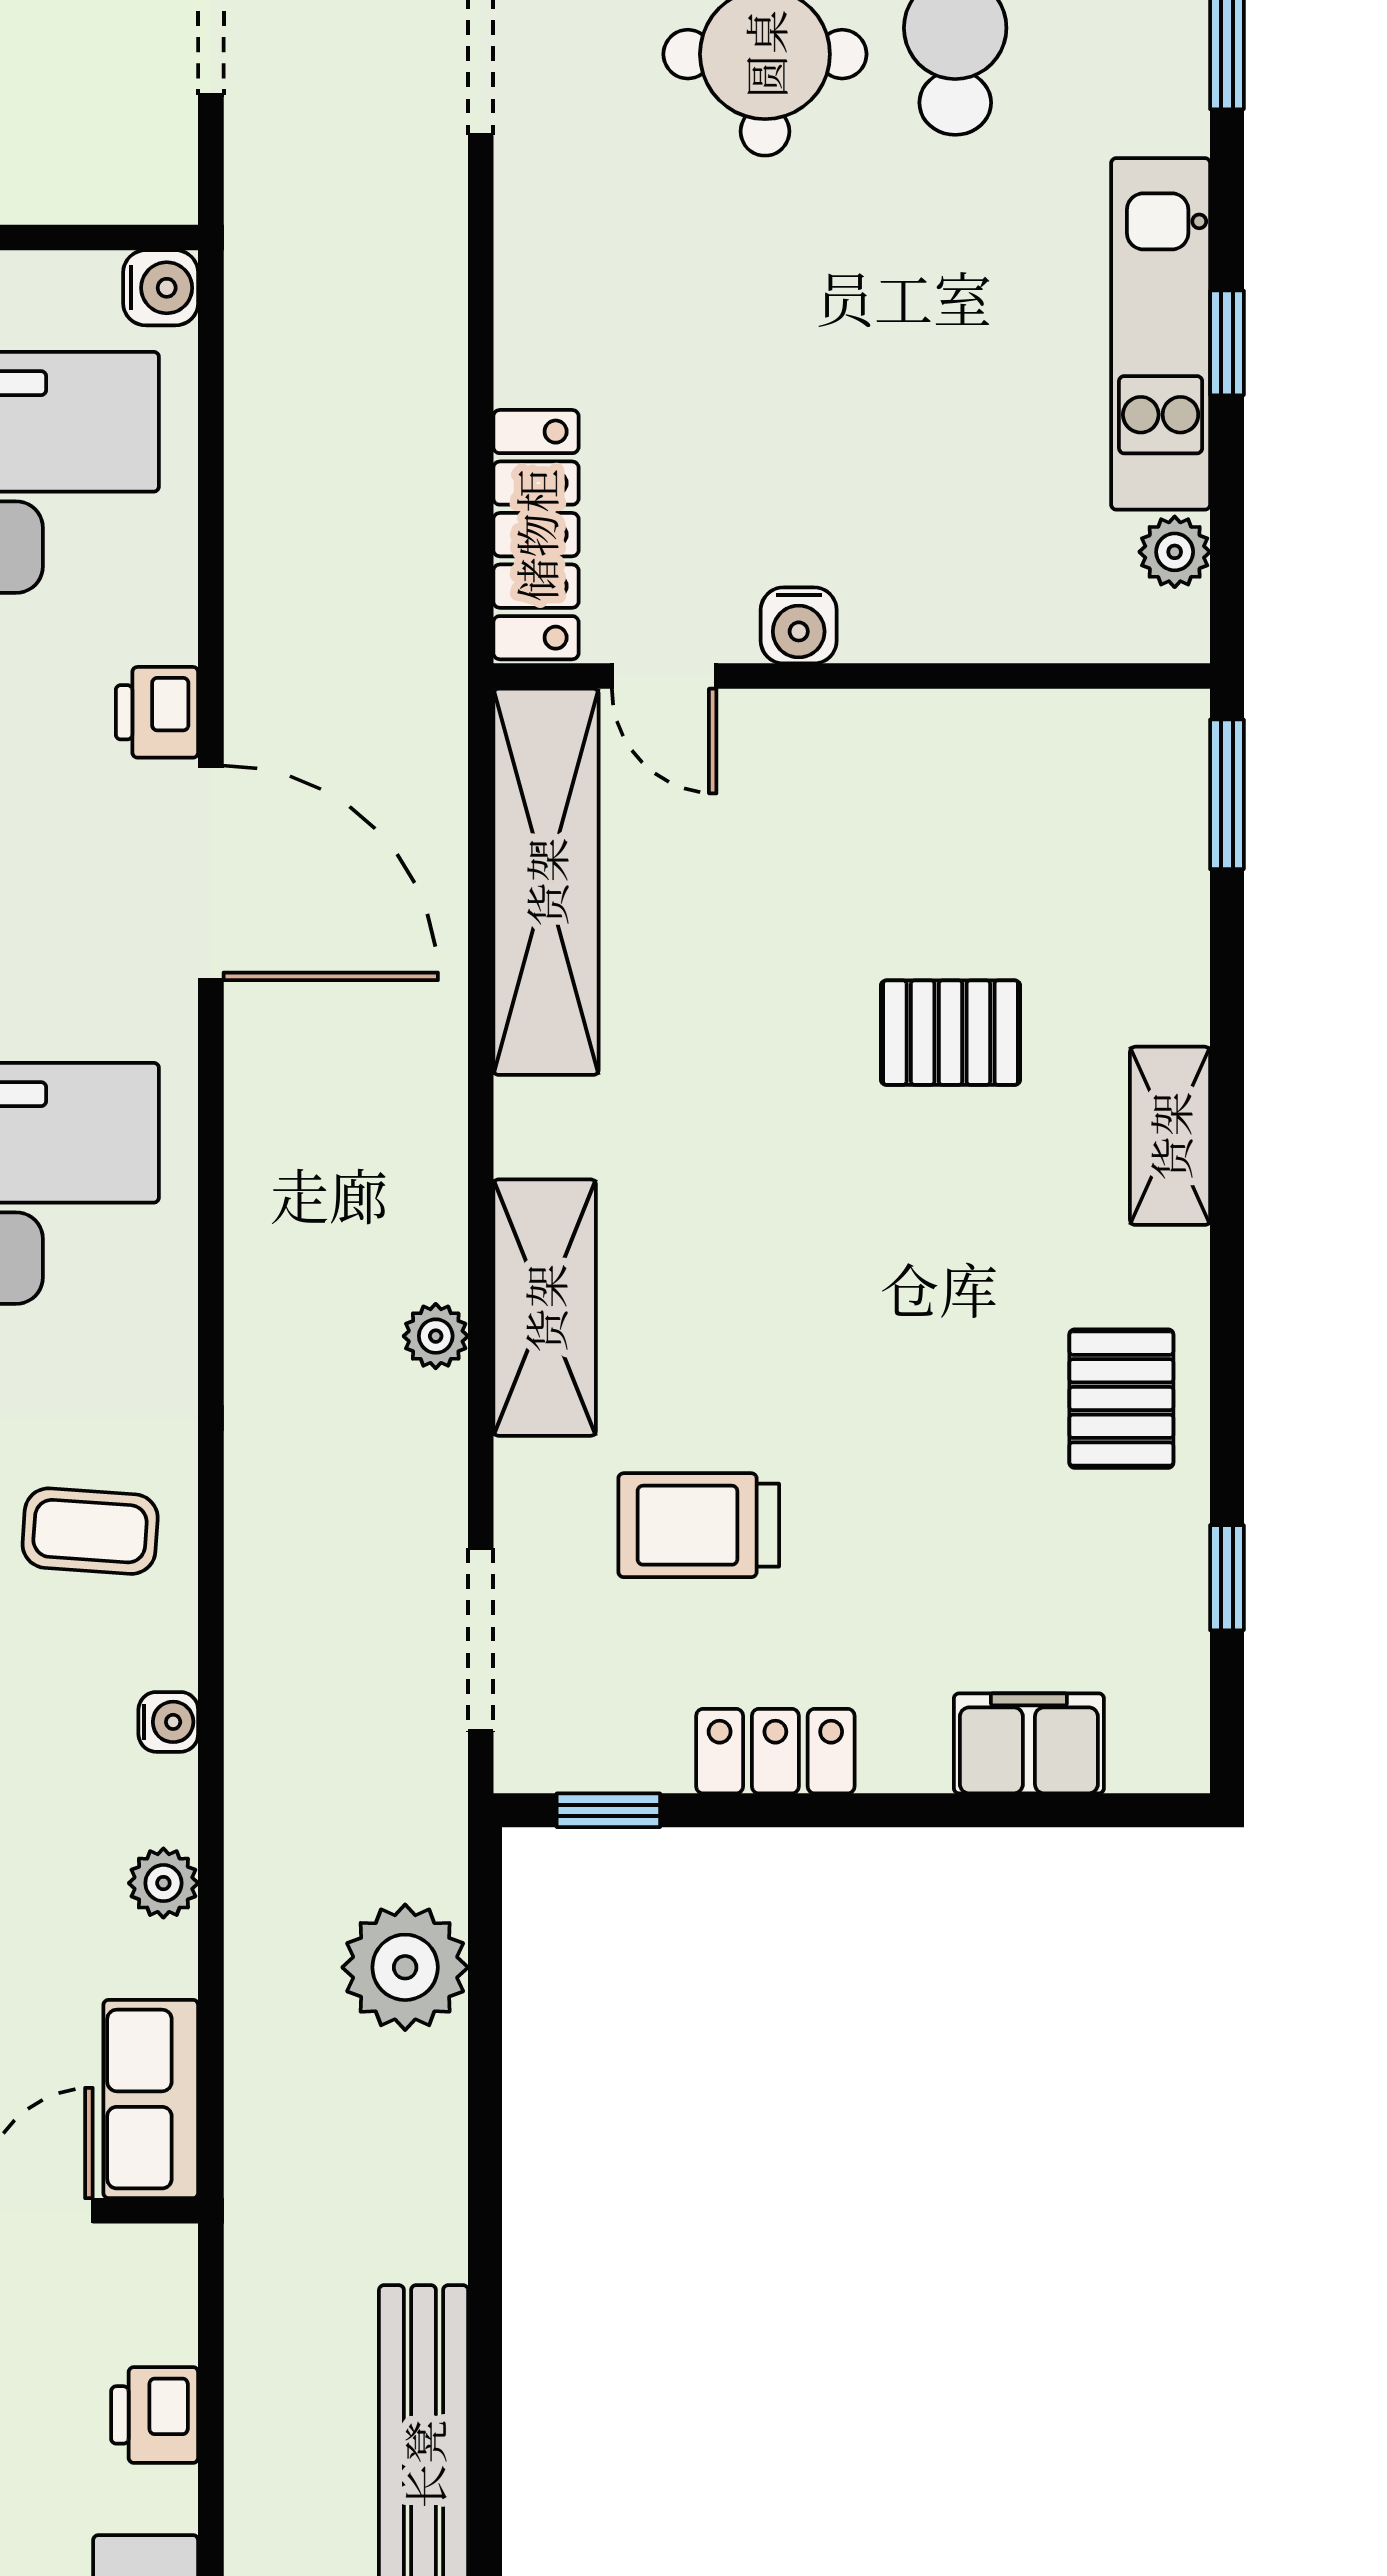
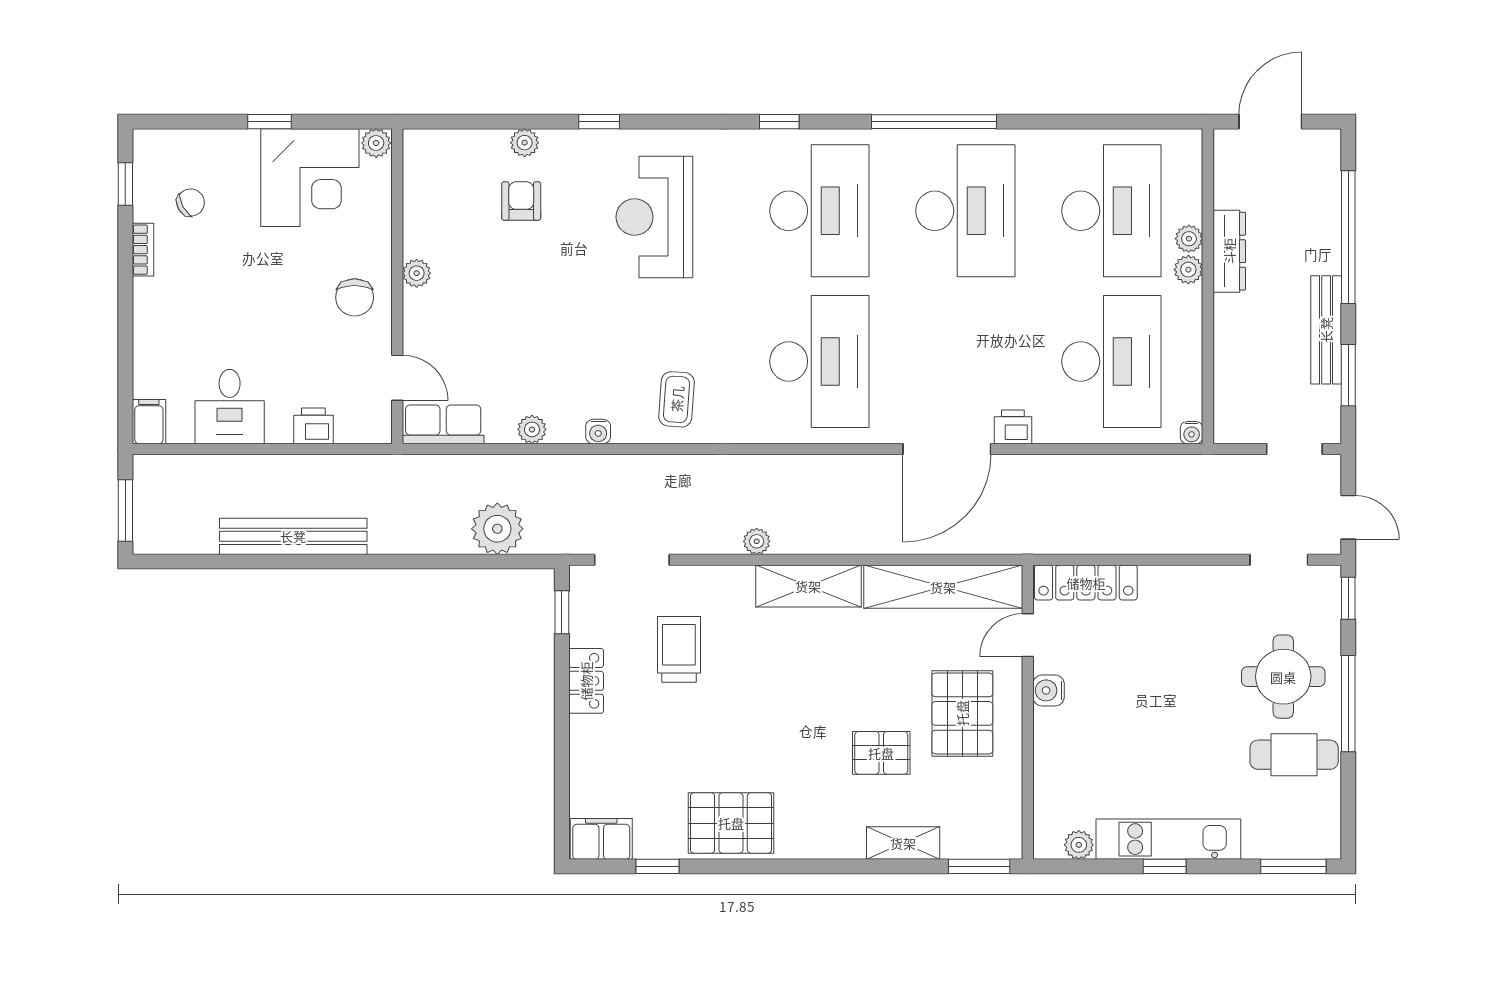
water cooler: (161, 288) -> (1192, 433), width x0.72, depth x0.72
pallet: (855, 835) -> (962, 713), added
pallet: (951, 1033) -> (881, 753), turned 90
shelving: (1170, 1136) -> (903, 843), moved
shelving: (545, 1308) -> (808, 586), moved
pallet: (1121, 1399) -> (731, 823), width x1.50, depth x1.42
filing cabinet: (1029, 1743) -> (601, 839), moved, turned -90

